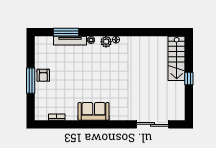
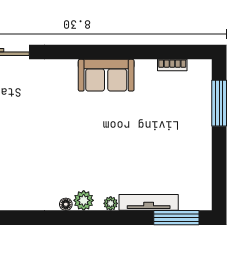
window: (66, 32) -> (176, 218), moved
armchair: (43, 75) -> (197, 140), removed
window: (31, 81) -> (219, 103), moved

